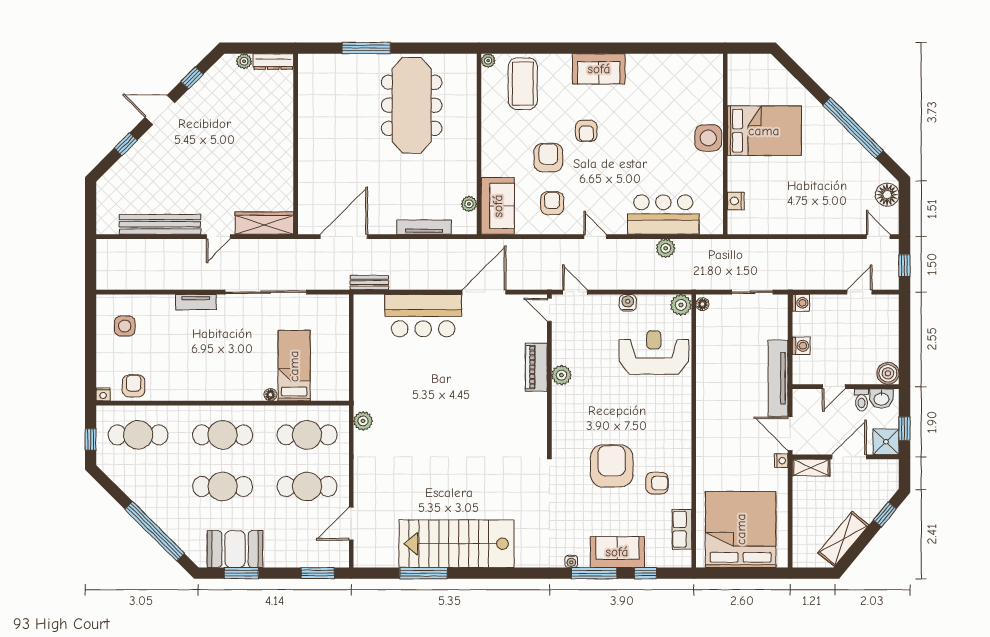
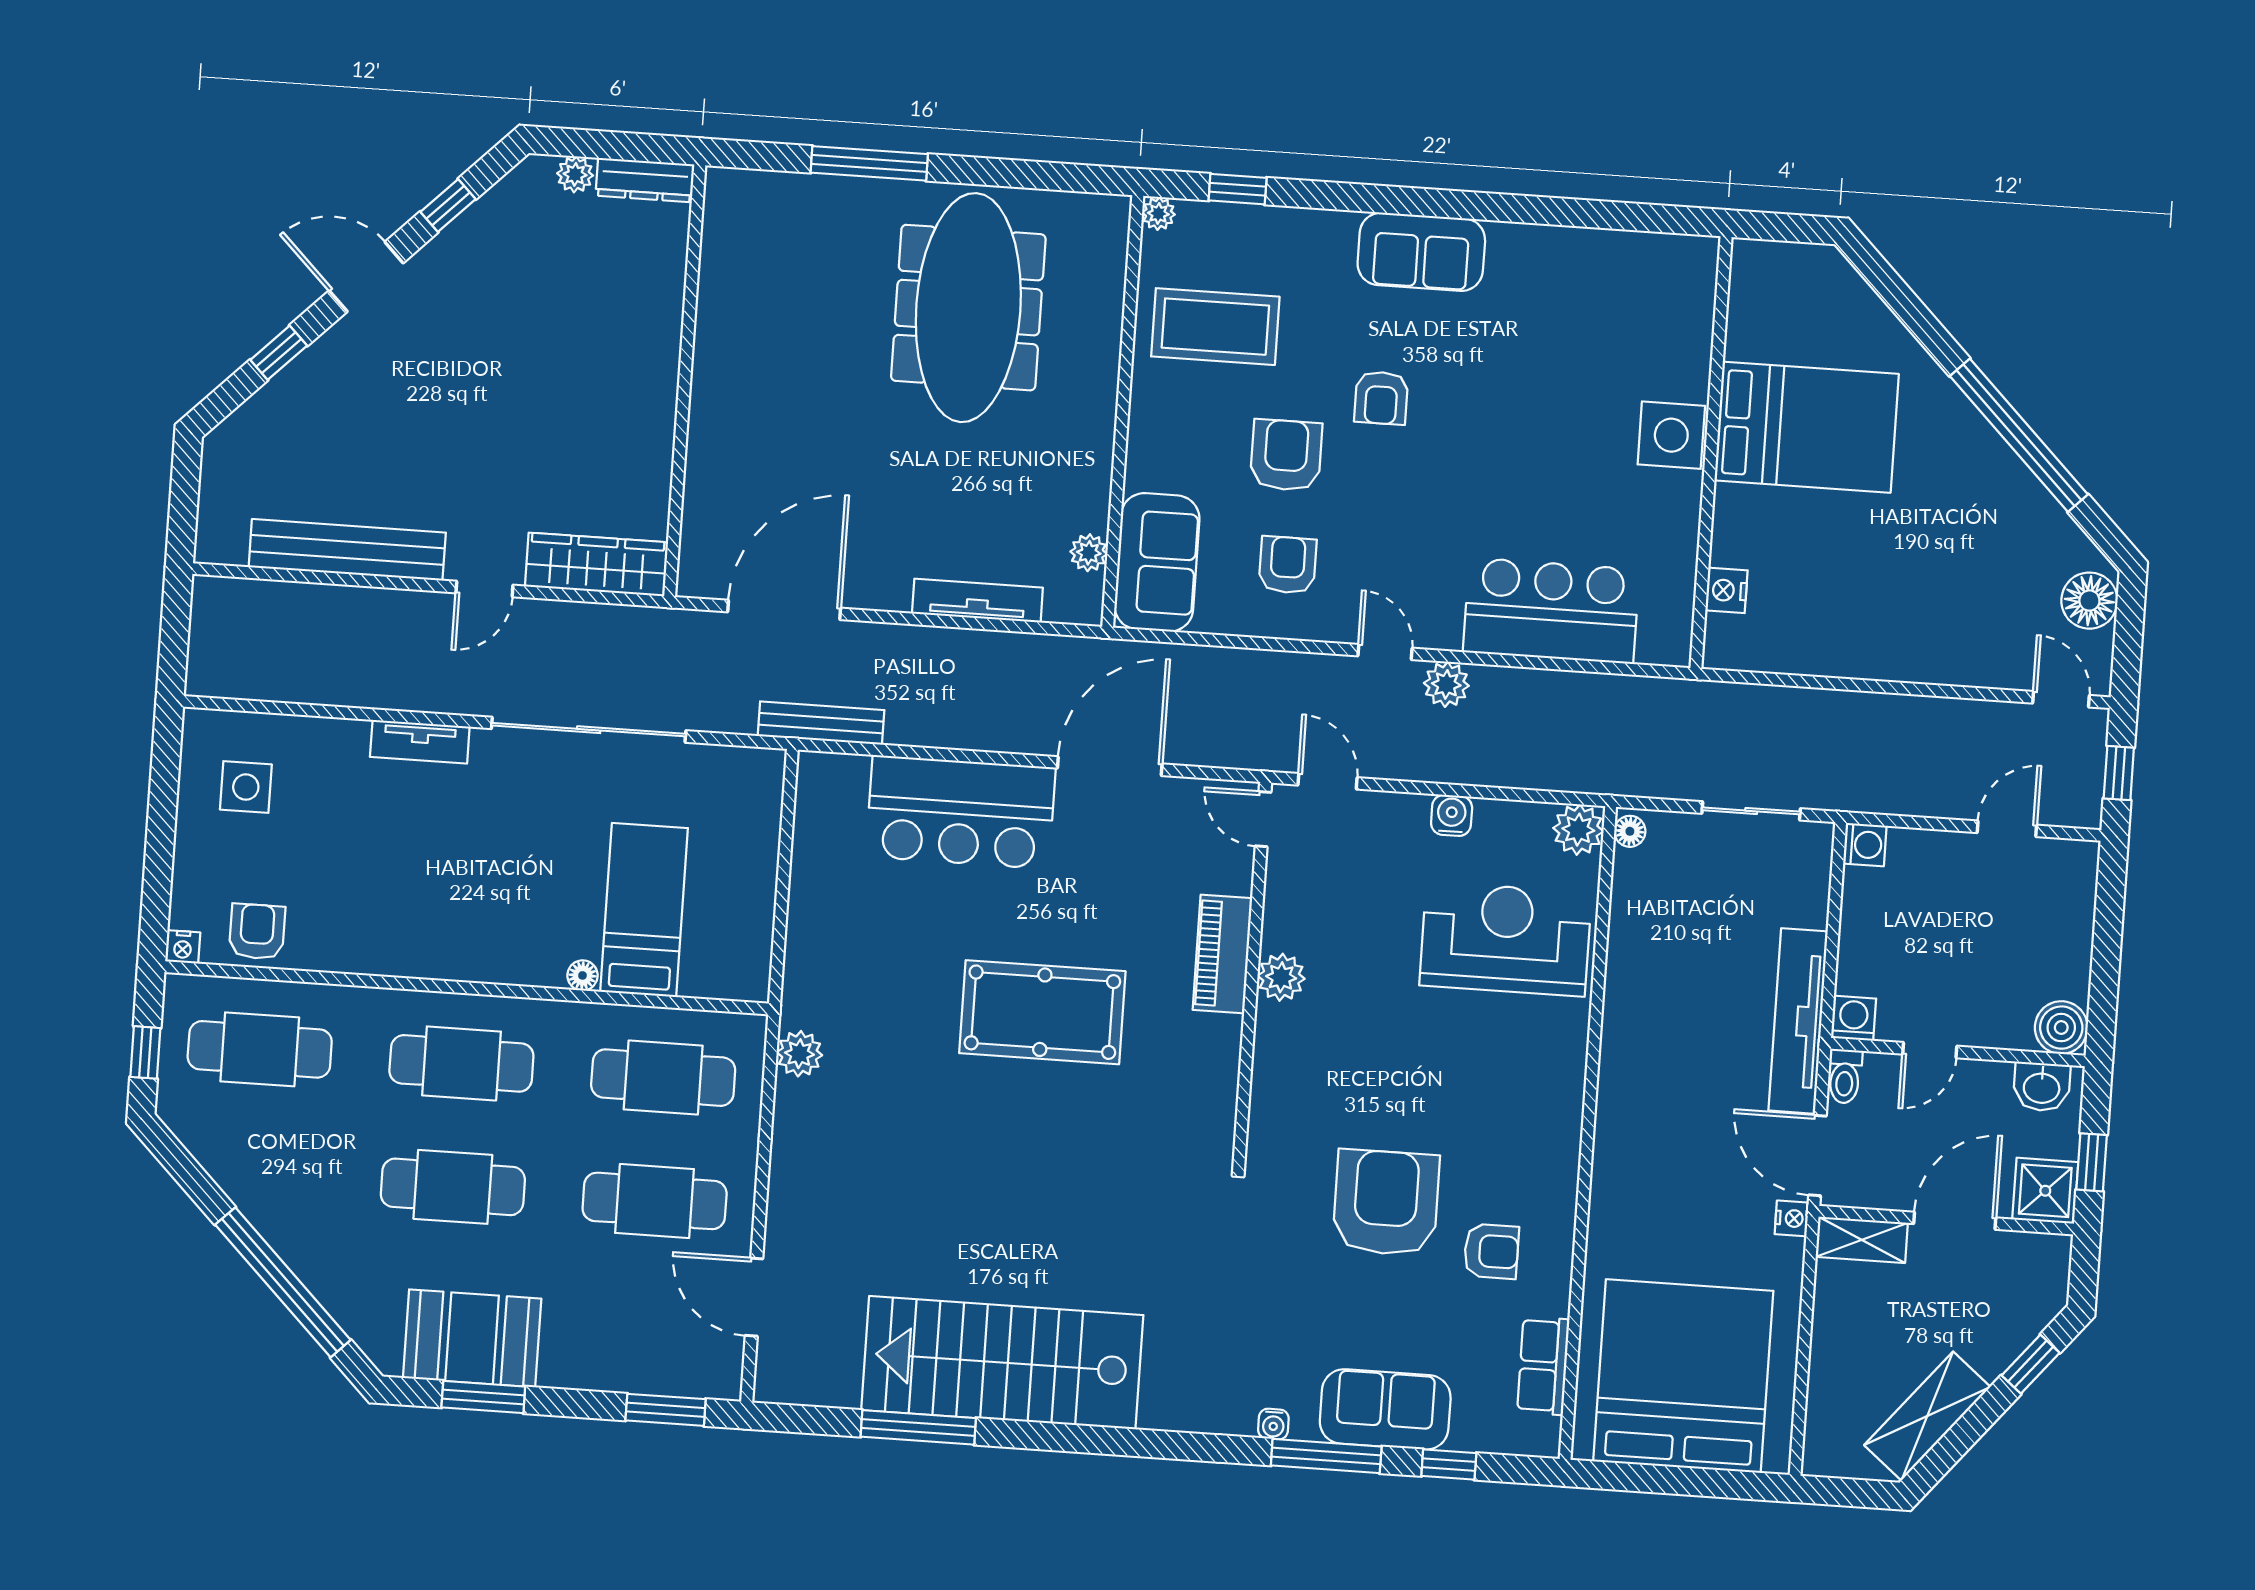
window: (520, 48) -> (1238, 189), added
coffee table: (523, 84) -> (1215, 327), moved, turned 90
plant: (666, 248) -> (1446, 684), moved
bench: (369, 283) -> (821, 723), width x1.36
washing machine: (801, 346) -> (1854, 1018), moved, turned -90
pool table: (463, 397) -> (1042, 1012), added
toilet: (862, 400) -> (1845, 1076), moved
door: (351, 524) -> (754, 1297), hinge flipped

